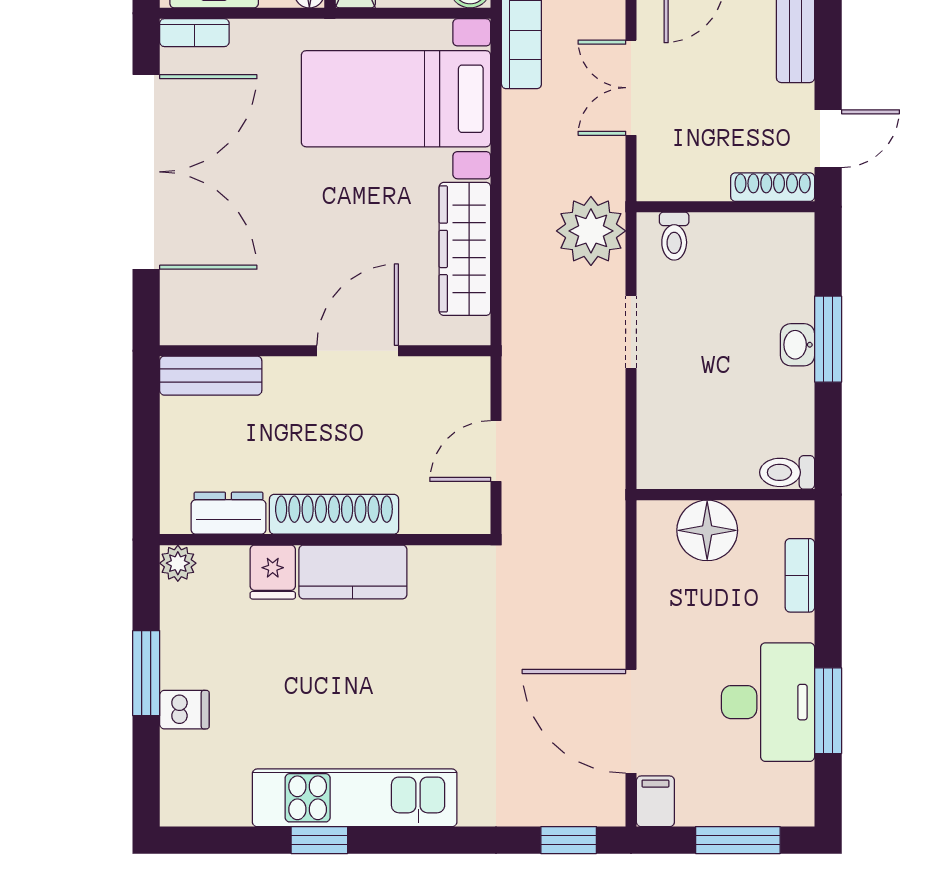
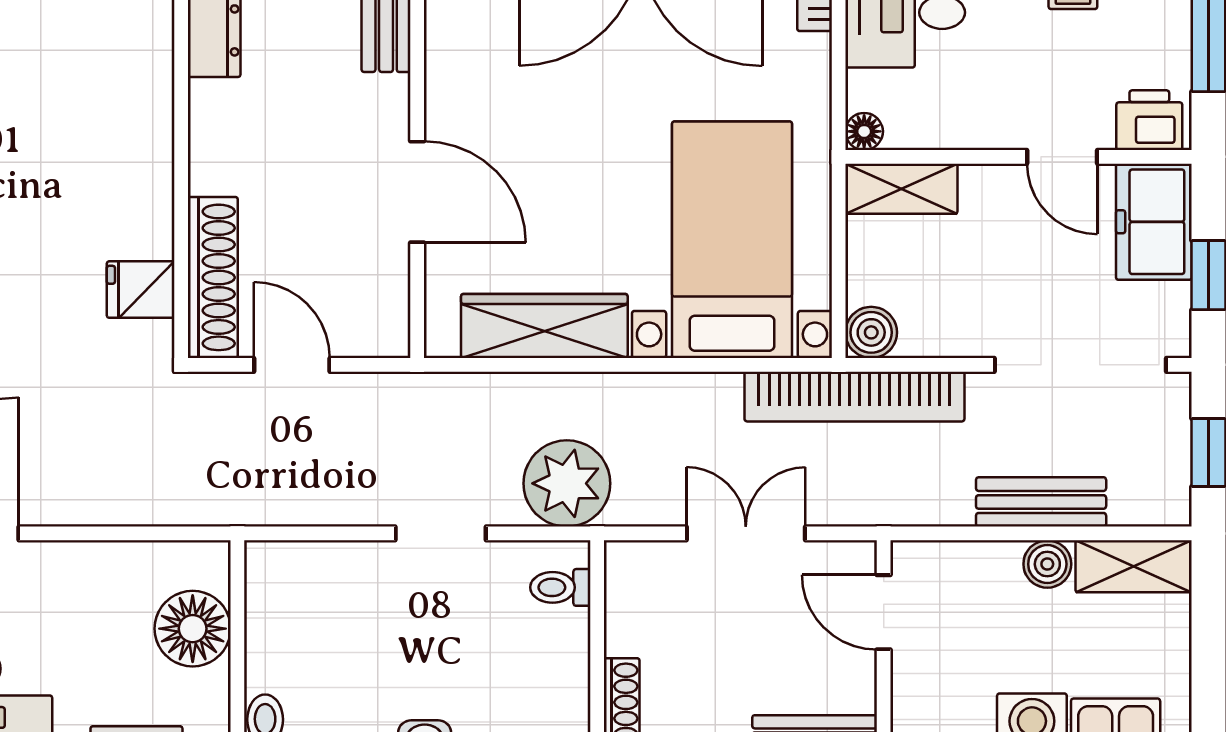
shoe rack: (334, 514) -> (213, 277), moved
fridge: (273, 572) -> (141, 290), moved
kitchen counter: (353, 572) -> (141, 186), removed

